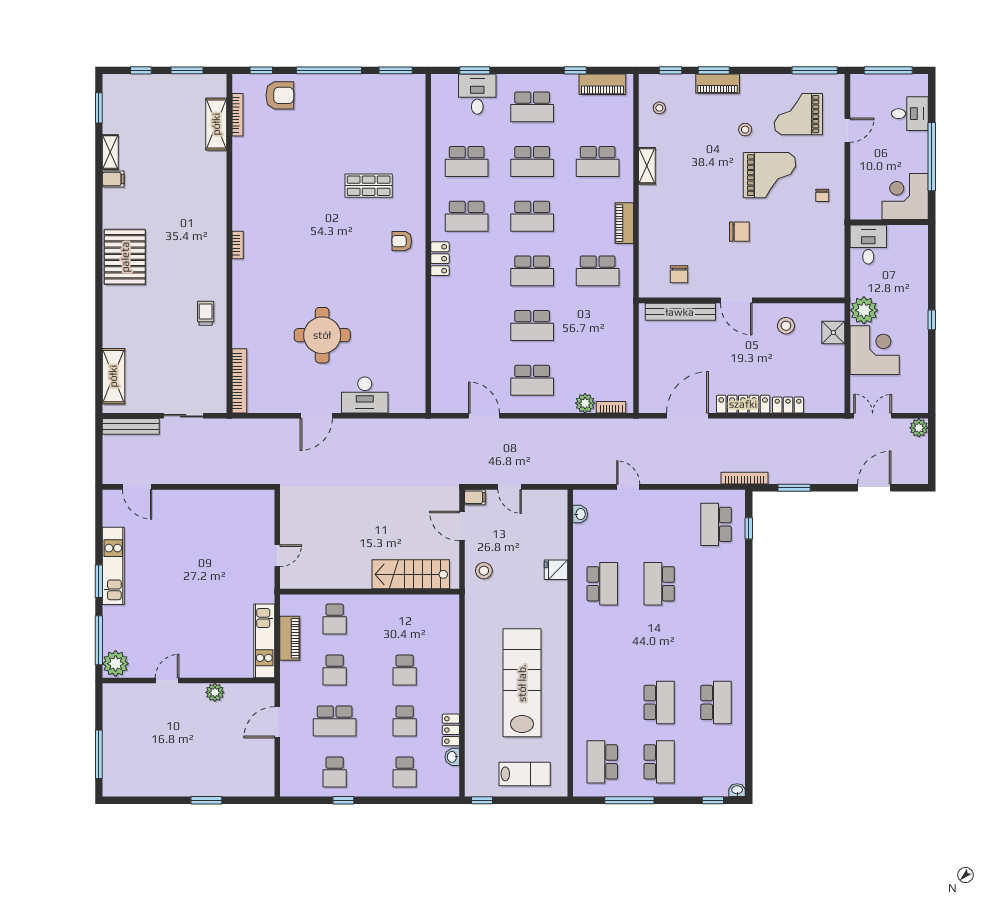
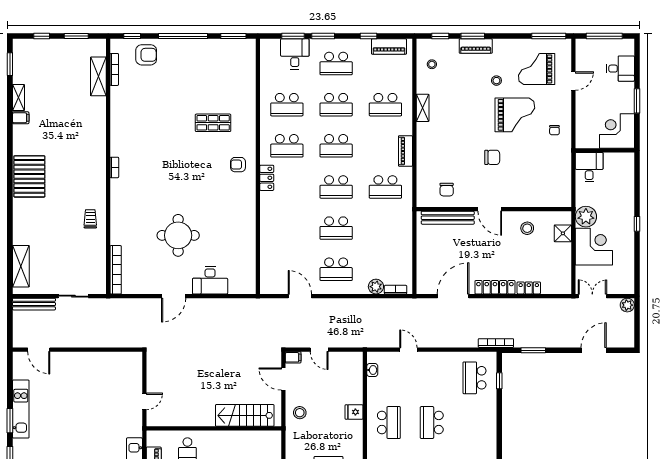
window: (515, 70) -> (323, 36), added
window: (932, 157) -> (637, 101), width x0.47

